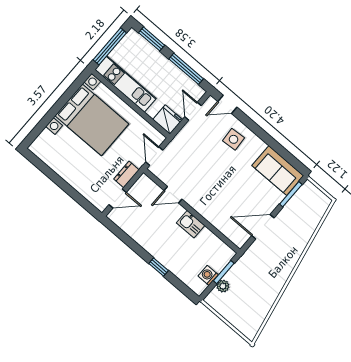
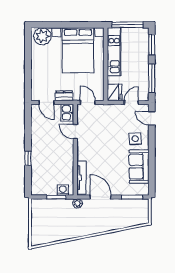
plant: (46, 144) -> (42, 36), added
door: (154, 156) -> (88, 103), hinge flipped
sofa: (278, 171) -> (139, 167), moved
kitchen sink: (191, 224) -> (67, 113), moved
tv unit: (226, 229) -> (81, 178), added
washing machine: (208, 275) -> (63, 190), moved
plant: (223, 286) -> (78, 203), moved

